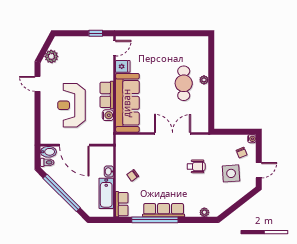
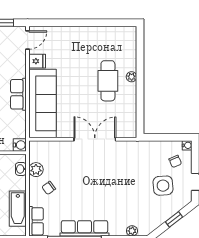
water cooler: (108, 115) -> (20, 145), moved
plant: (122, 160) -> (36, 170), added
wheelchair: (196, 166) -> (122, 178), removed
washbasin: (109, 171) -> (21, 169), moved
window: (240, 202) -> (174, 219), added

